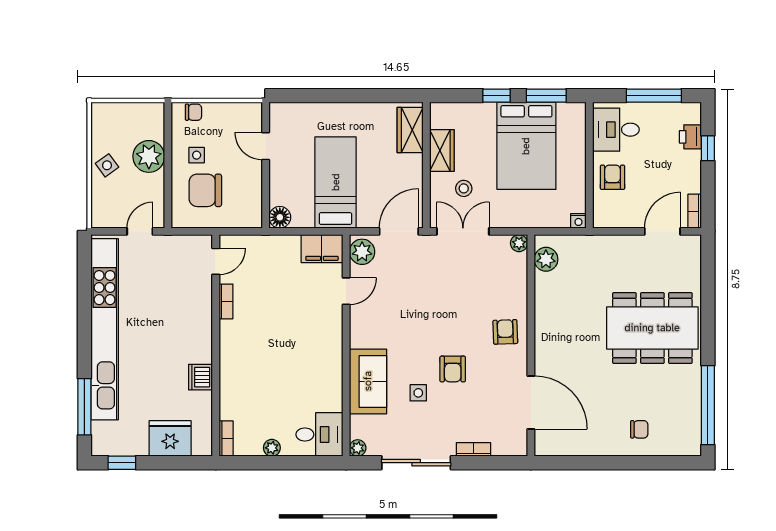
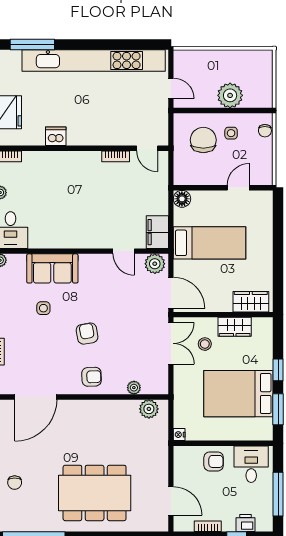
side table: (107, 165) -> (223, 62), removed
bookcase: (695, 211) -> (208, 526), moved
plant: (519, 243) -> (134, 388), moved
dining table: (652, 328) -> (95, 493), turned 90
armchair: (453, 369) -> (87, 334), moved, turned 80

